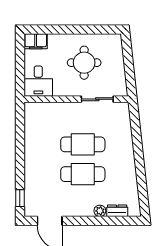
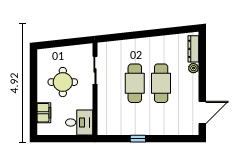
filing cabinet: (36, 41) -> (44, 113), moved
window: (20, 198) -> (138, 139), moved
dresser: (117, 211) -> (193, 49), width x1.44

